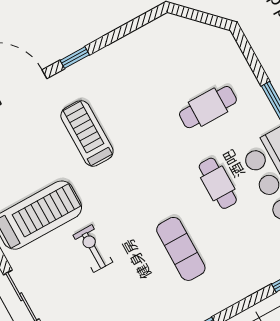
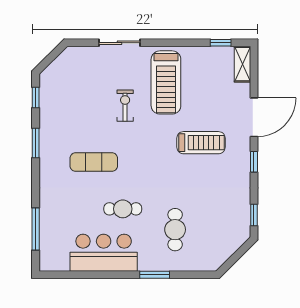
window: (138, 22) -> (254, 215), added
exercise bike: (93, 249) -> (125, 106), turned -90

